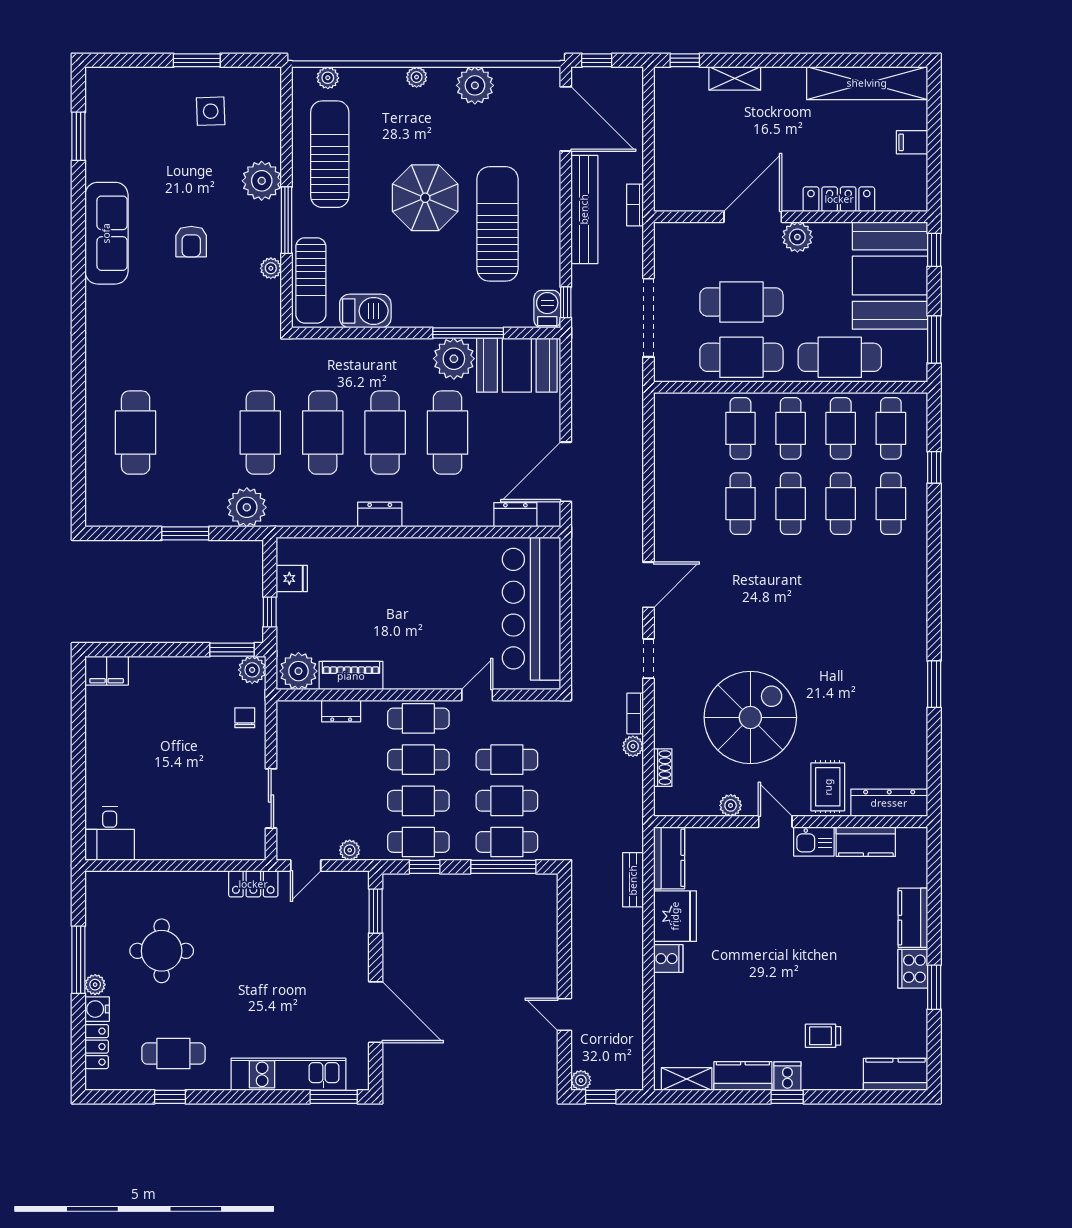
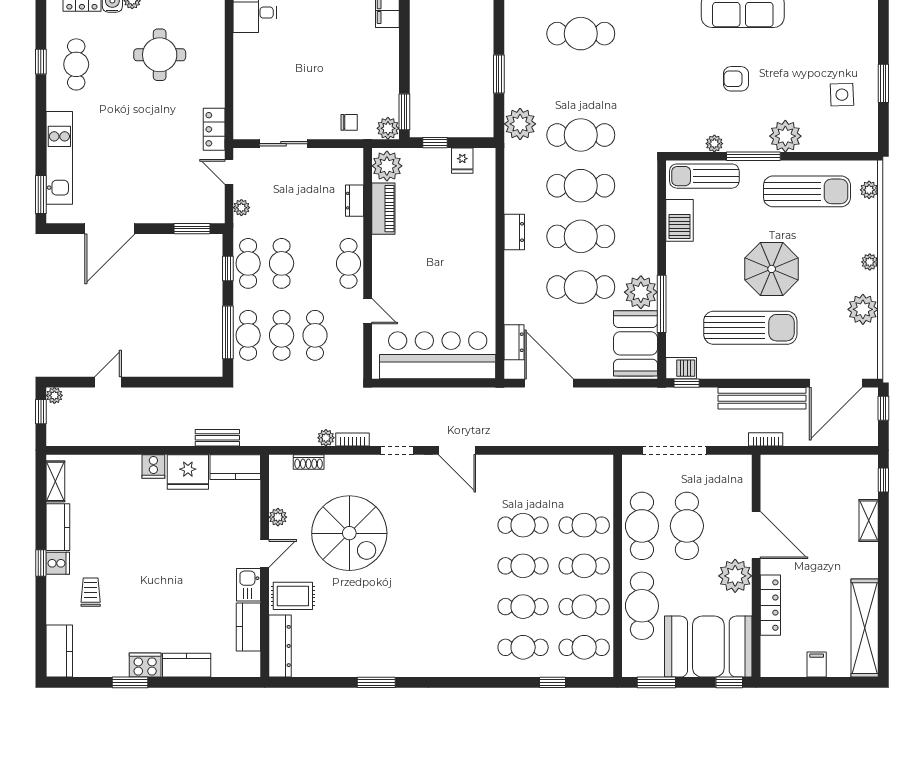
plant: (797, 237) -> (735, 576), width x1.36, depth x1.36
cafe table: (418, 760) -> (315, 263), removed

